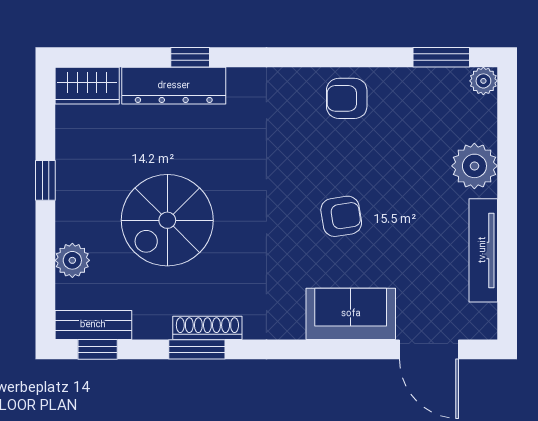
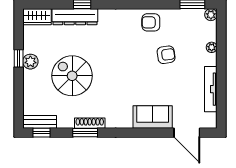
plant: (474, 166) -> (212, 47), width x0.53, depth x0.53
armchair: (341, 216) -> (166, 55), moved
spiral stairs: (167, 220) -> (72, 76), turned 90
plant: (72, 260) -> (30, 62), moved

